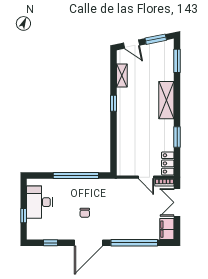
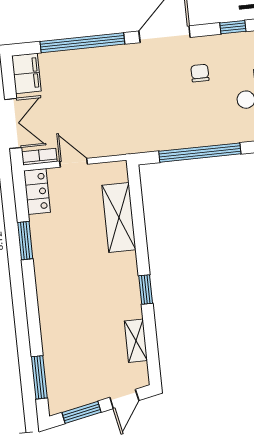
door: (131, 44) -> (124, 399), swing flipped
shelving: (166, 100) -> (119, 218), moved
chair: (85, 213) -> (200, 73), moved

